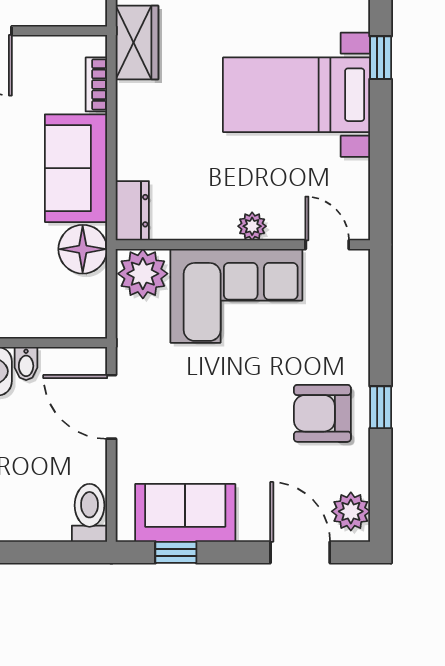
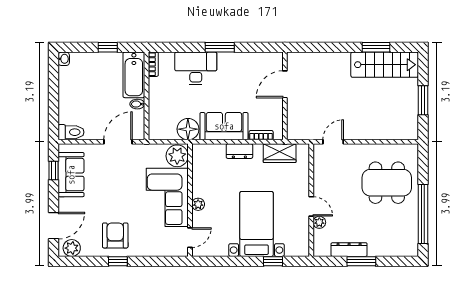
dresser: (132, 211) -> (239, 151), moved

